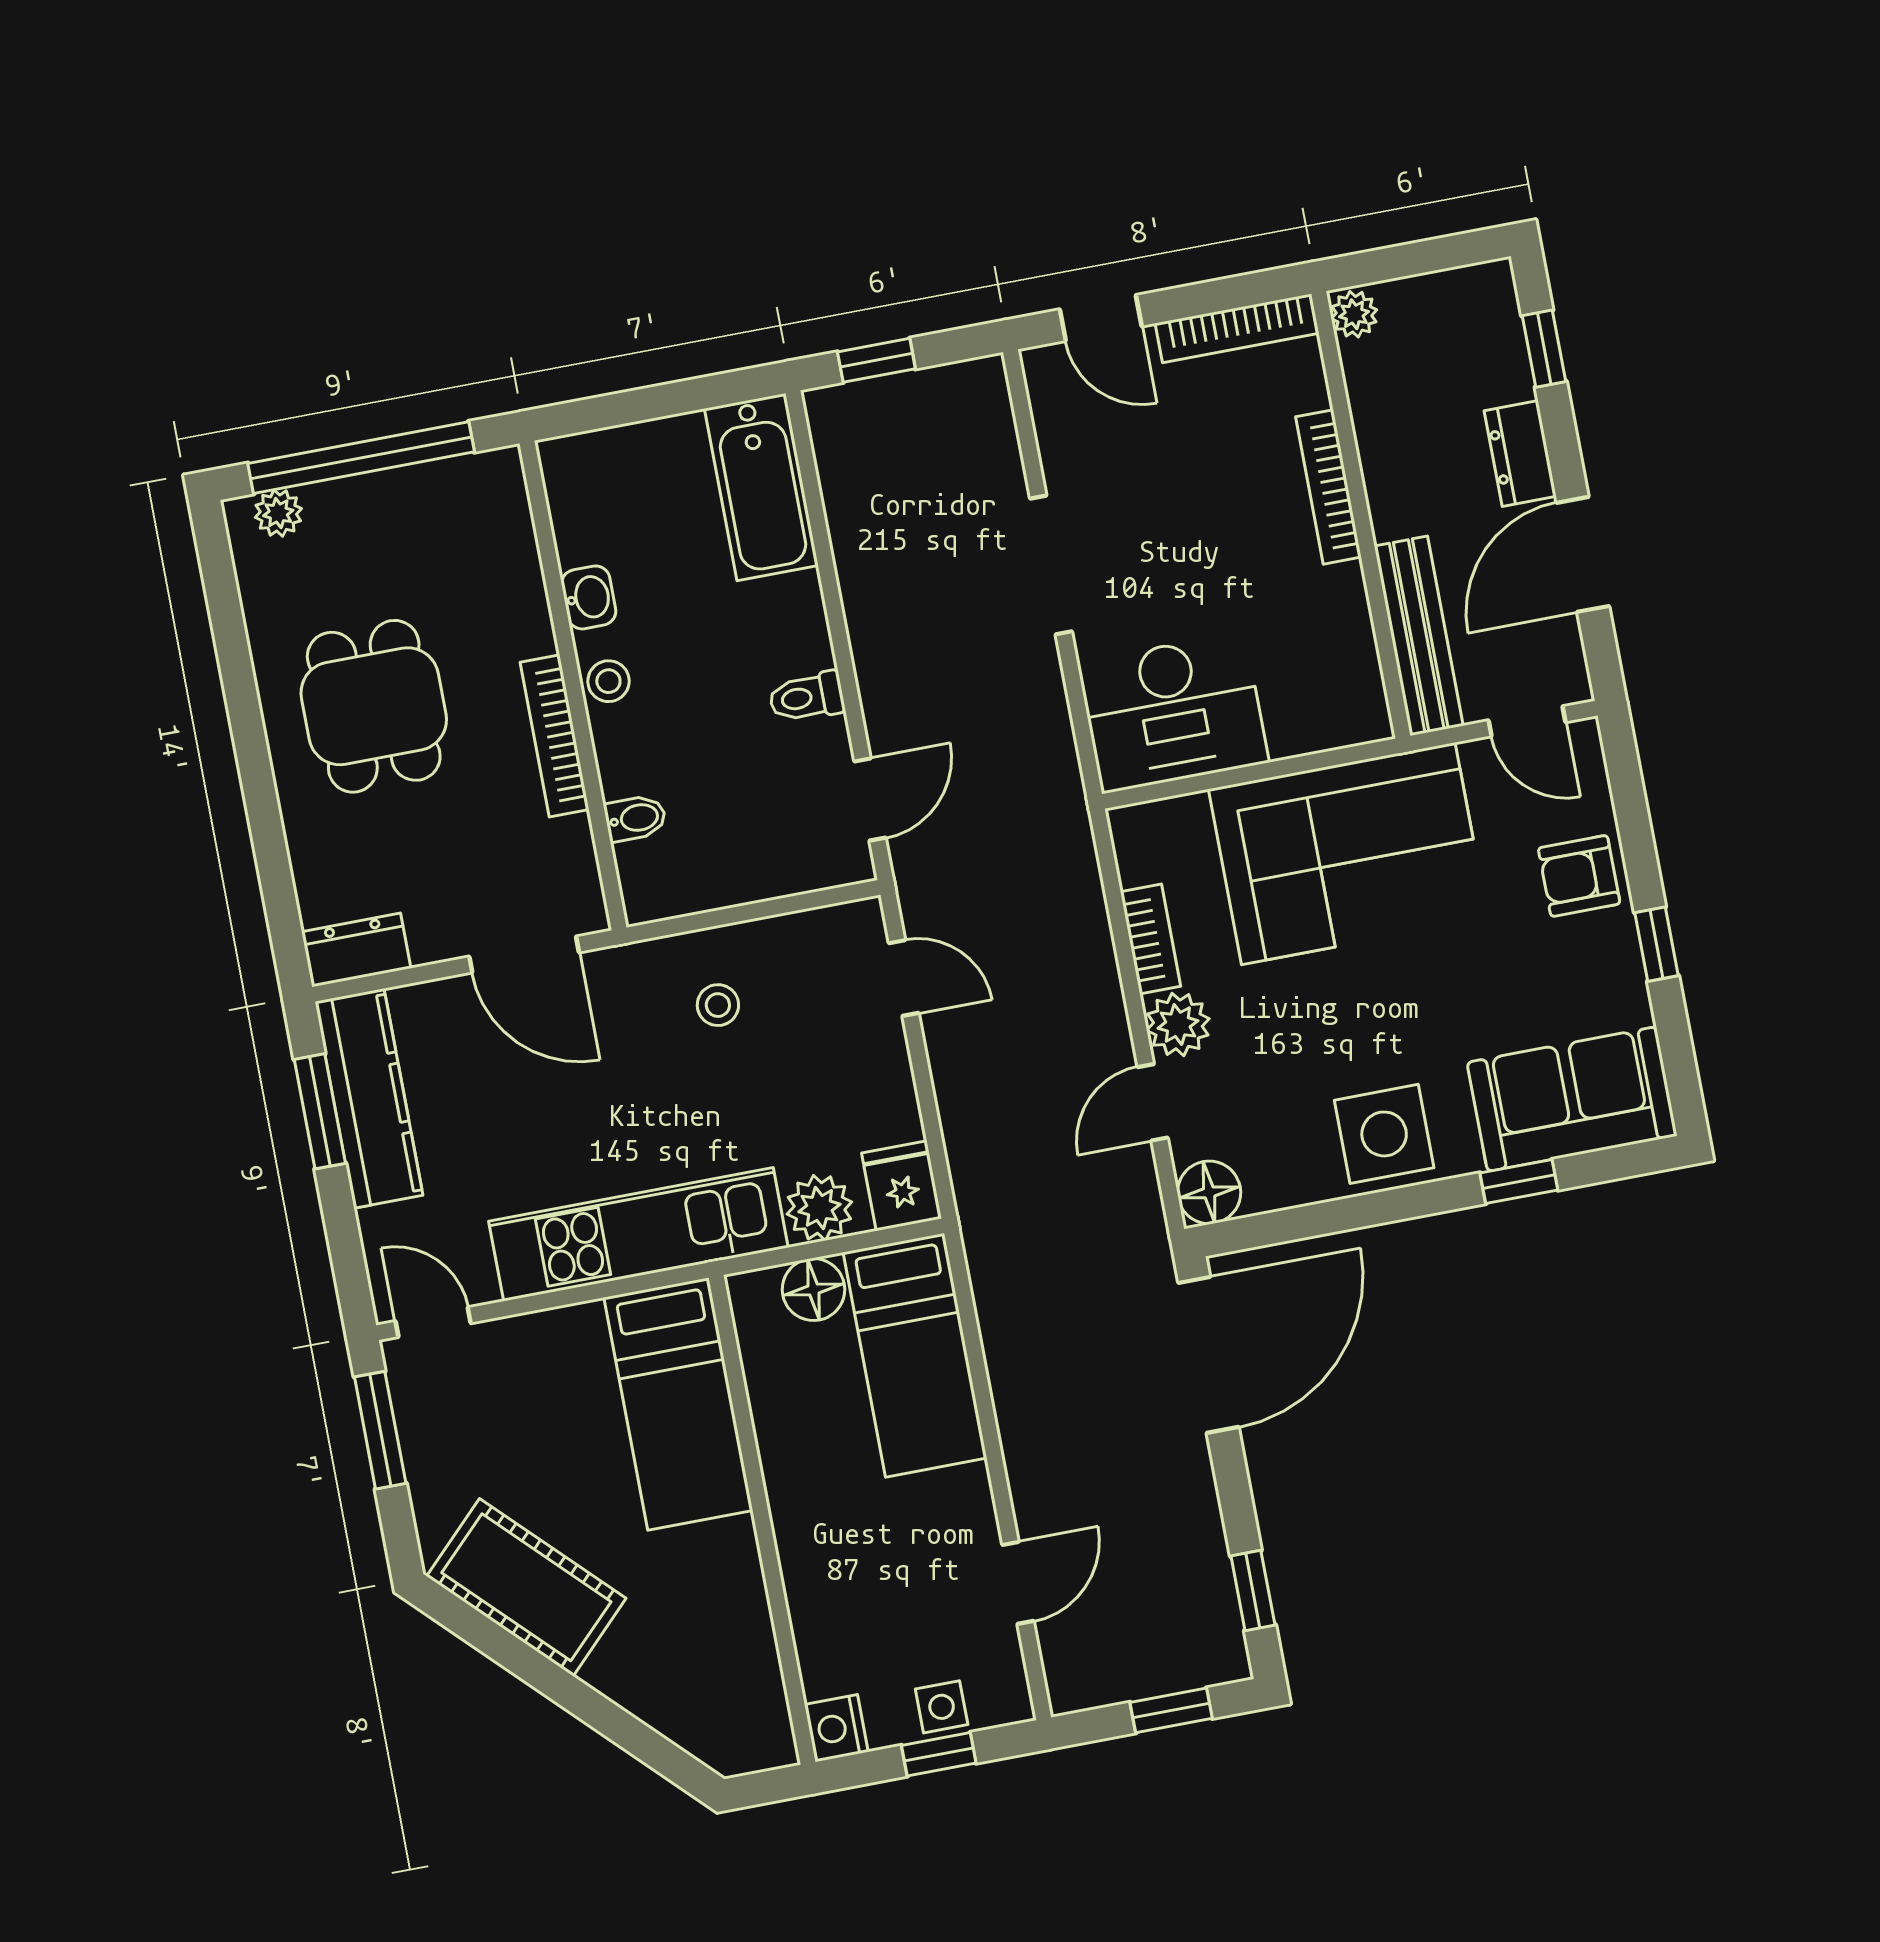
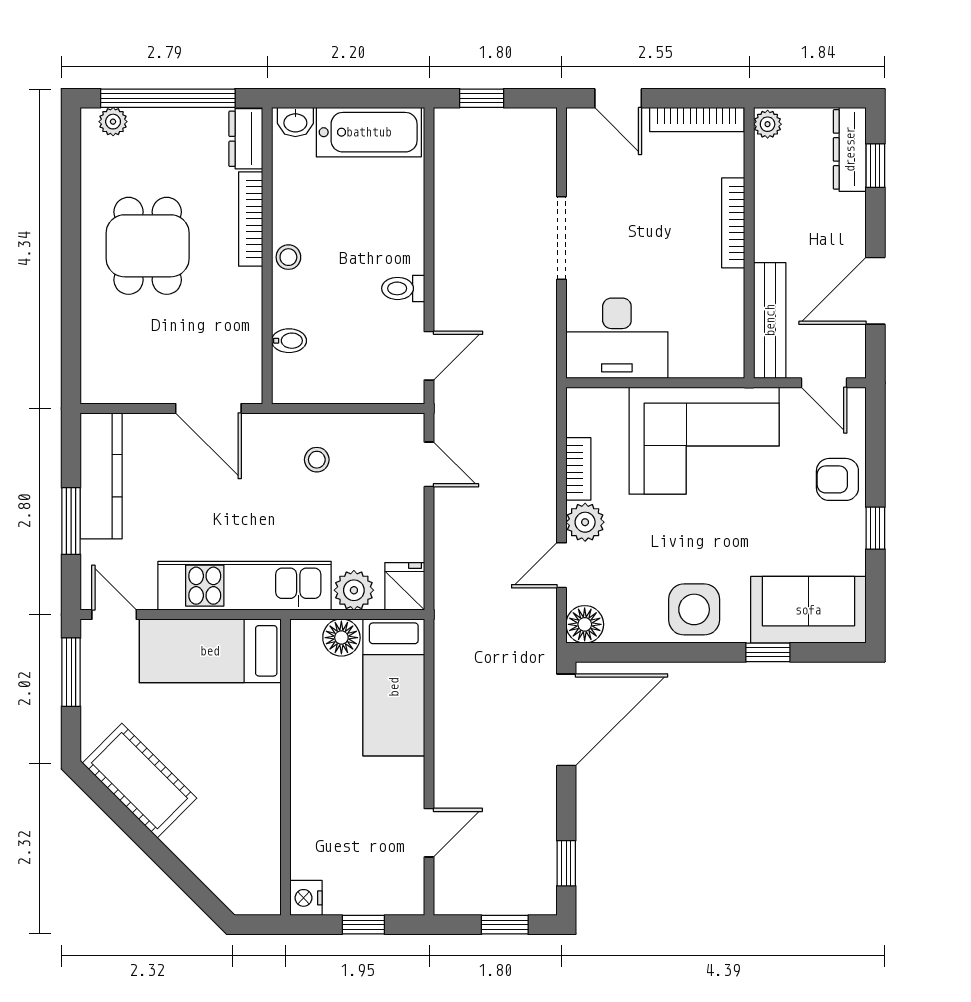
dresser: (1520, 453) -> (850, 149), moved, width x1.44
bathtub: (761, 487) -> (369, 132), moved, turned -90
washbasin: (589, 597) -> (295, 122), moved, turned 90
bookcase: (555, 736) -> (251, 219), moved
dresser: (356, 950) -> (246, 139), moved, turned -90
window: (320, 1111) -> (71, 521), moved
bed: (678, 1404) -> (210, 651), moved, turned 90
side table: (942, 1707) -> (370, 897), removed

